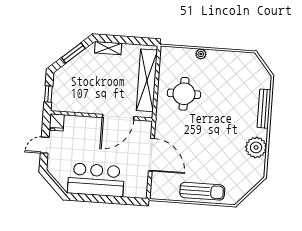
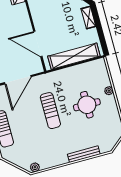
round table: (184, 94) -> (87, 105), moved
sun lounger: (200, 130) -> (50, 111), added
plant: (256, 147) -> (35, 167), moved, width x0.53, depth x0.53

